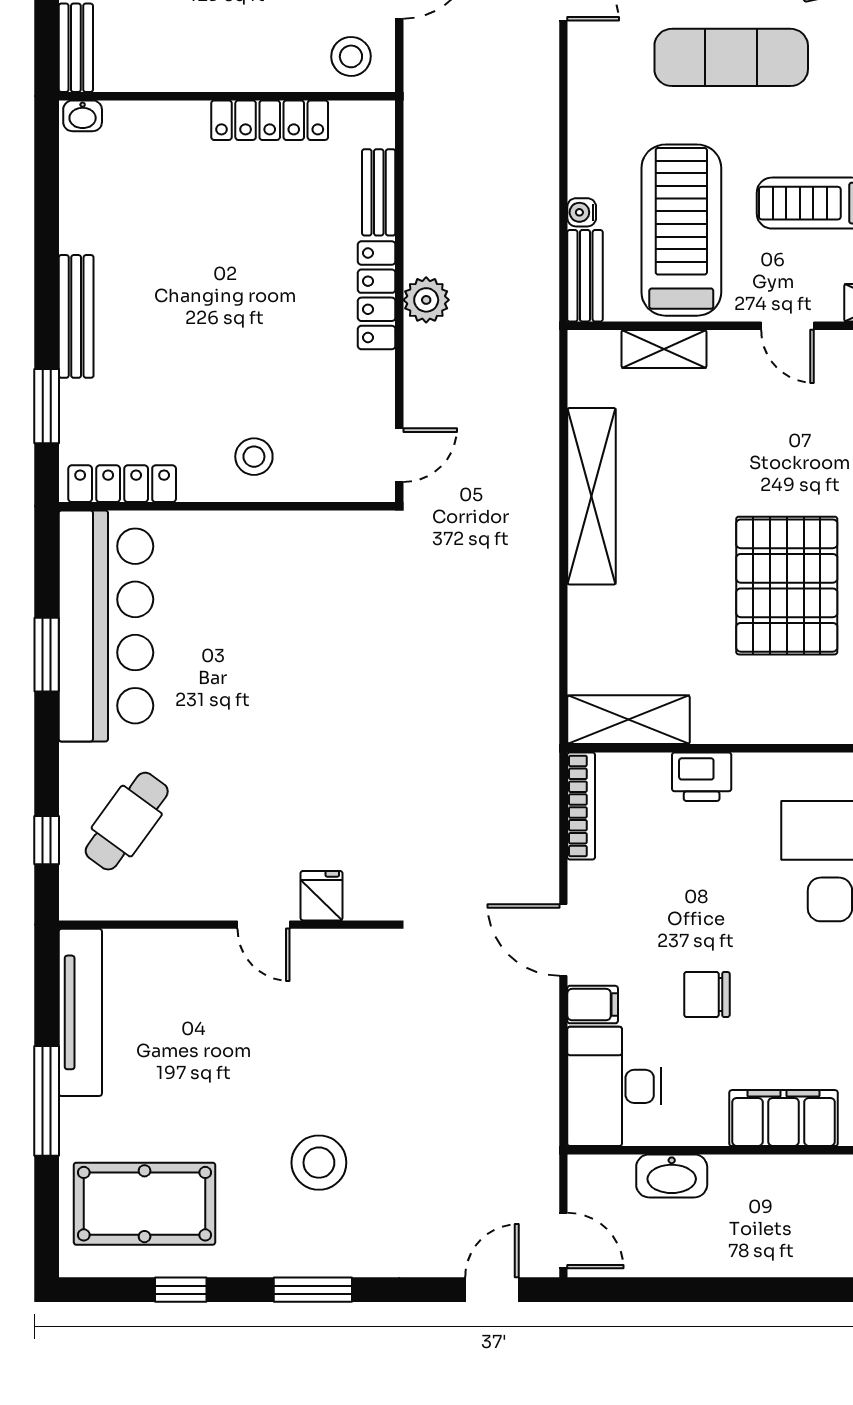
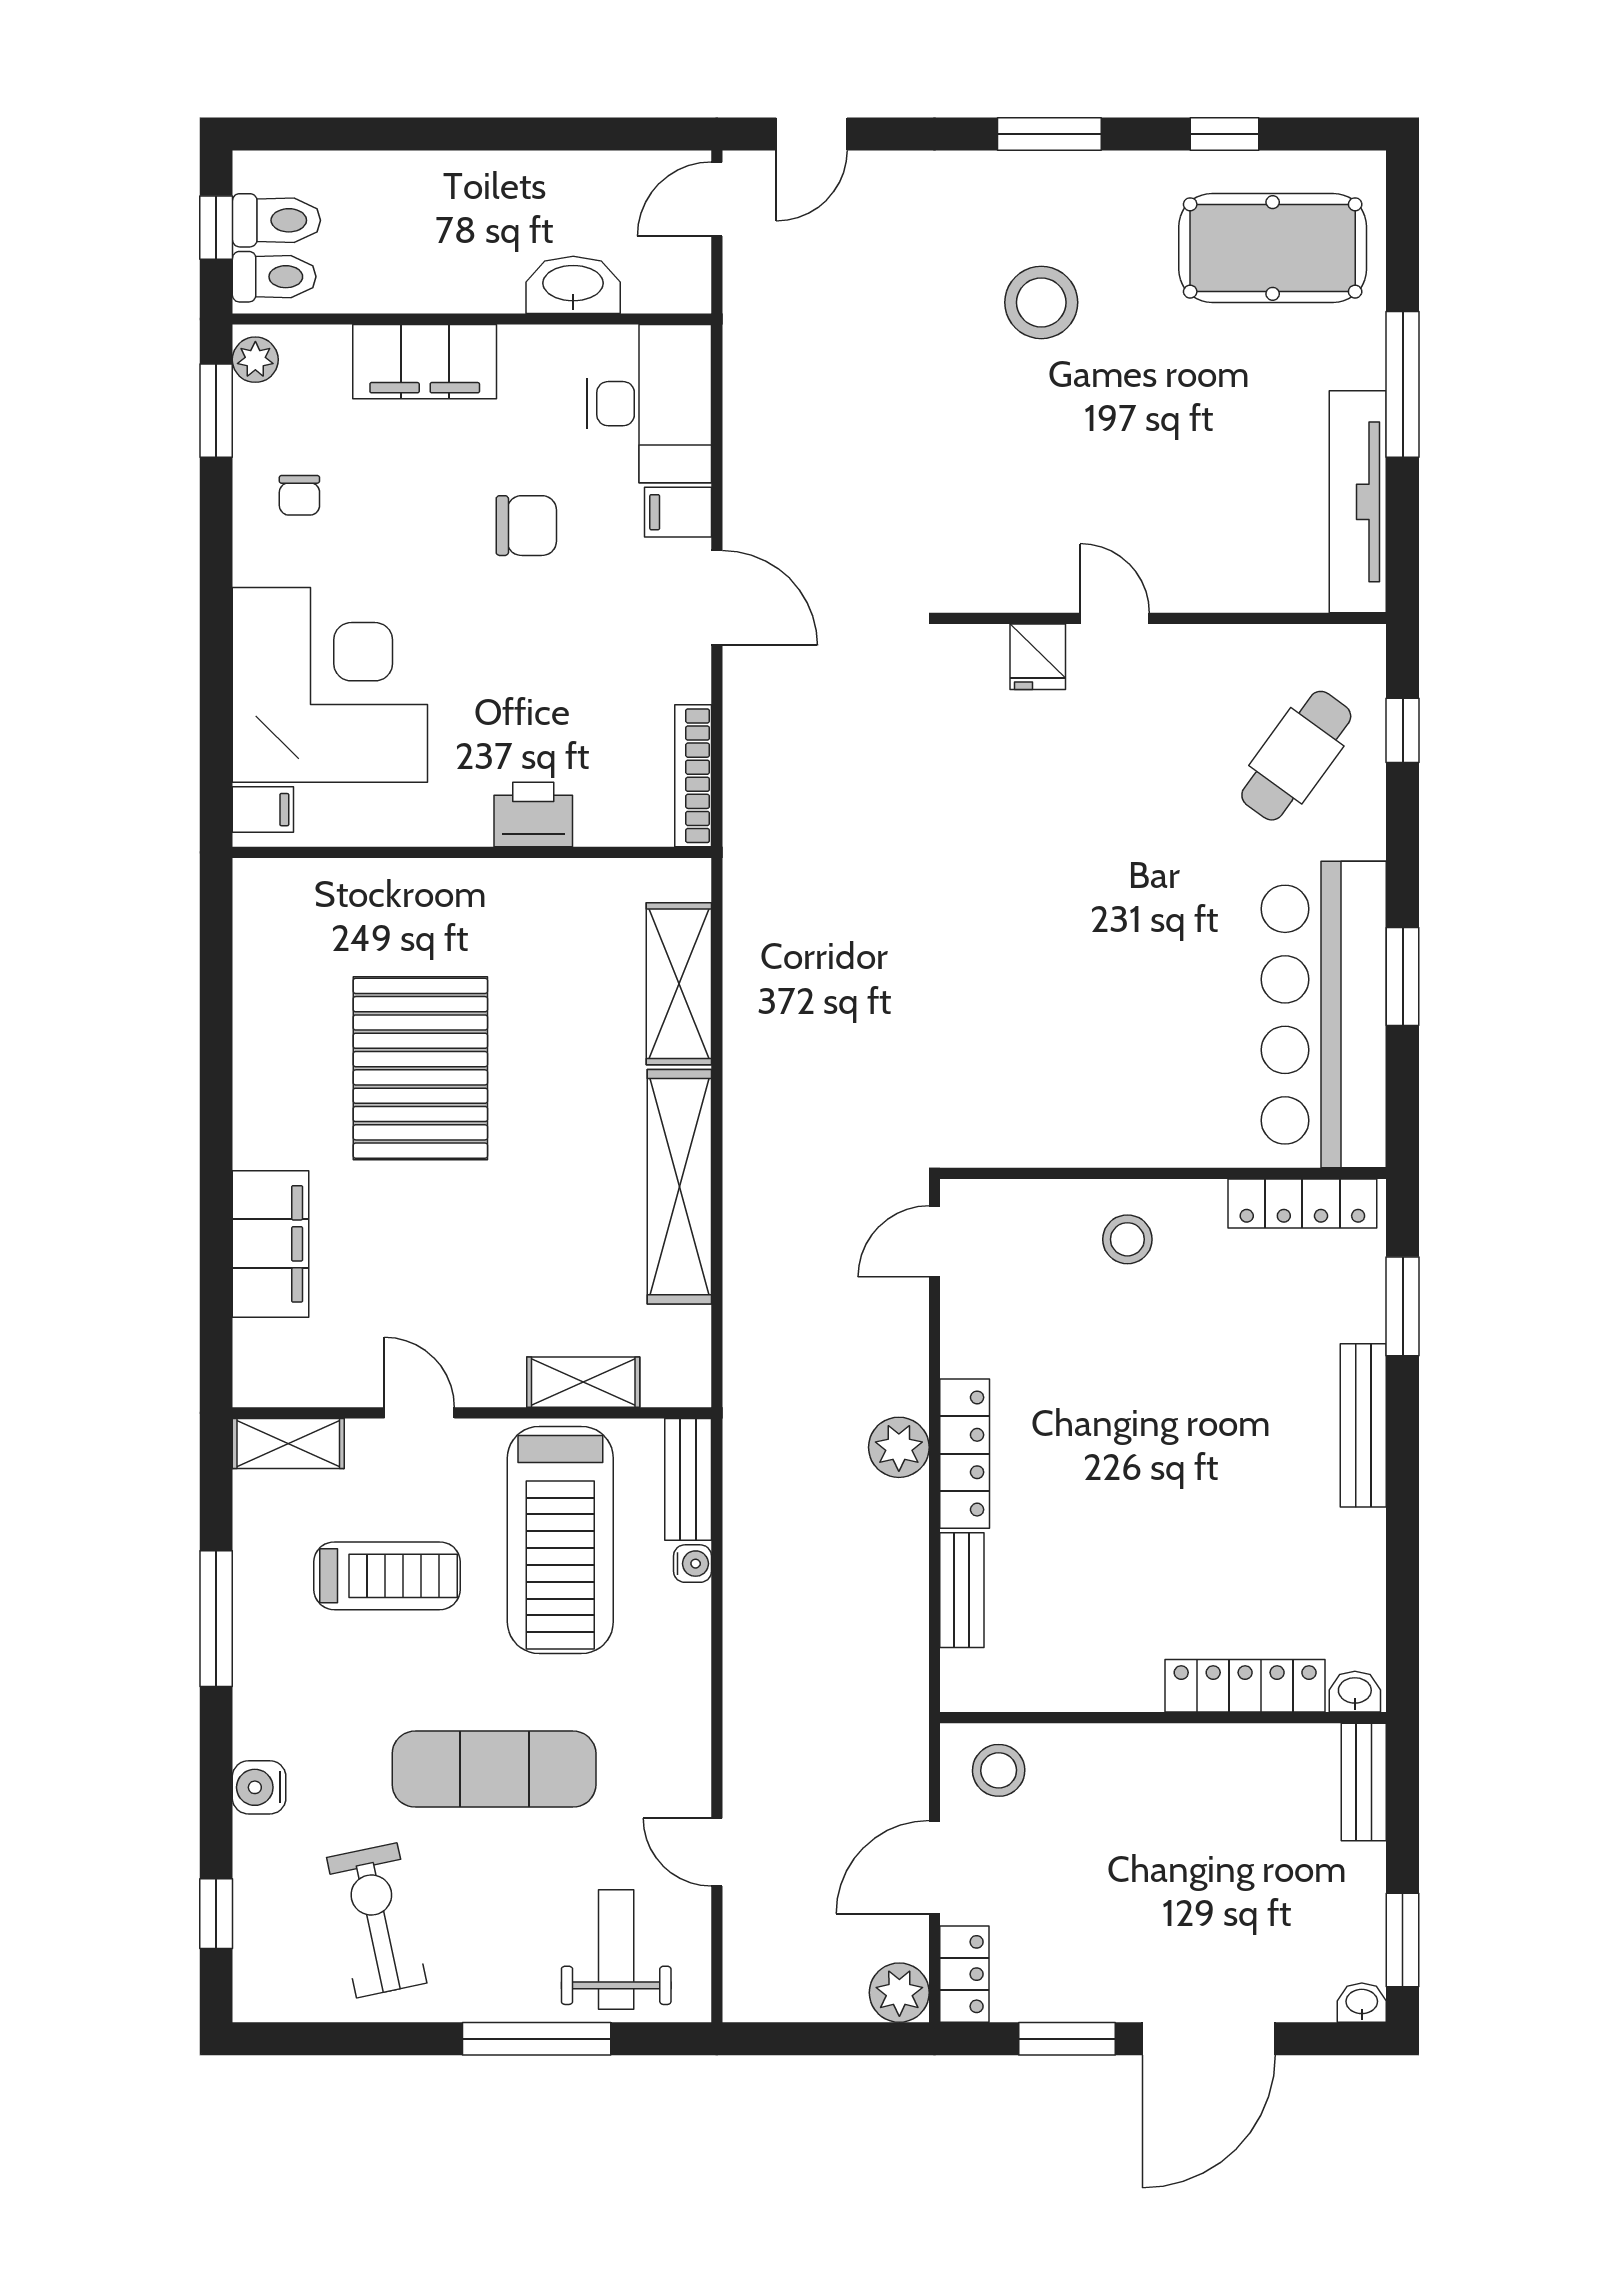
locker: (270, 120) -> (1245, 1686), moved
shelving: (629, 720) -> (679, 984), moved, turned 90
door: (563, 1241) -> (717, 199), hinge flipped

